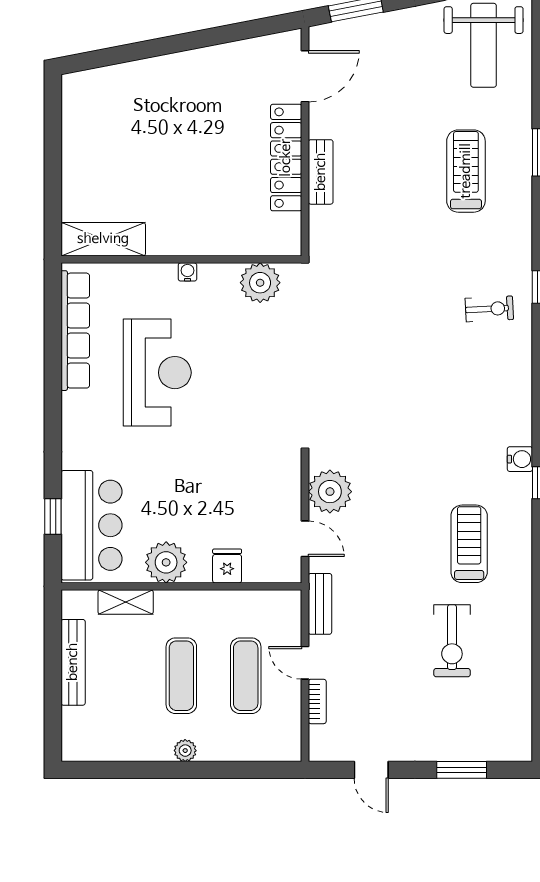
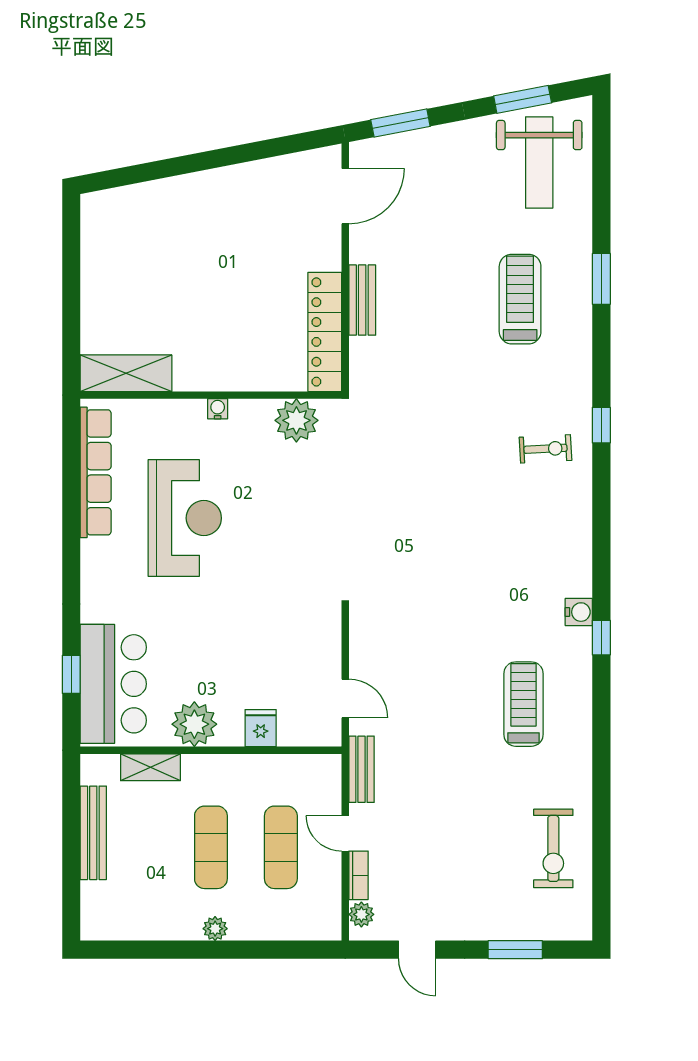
locker: (286, 158) -> (325, 332), moved
plant: (330, 492) -> (361, 914), moved, width x0.53, depth x0.53
exercise bike: (452, 641) -> (553, 848), moved

